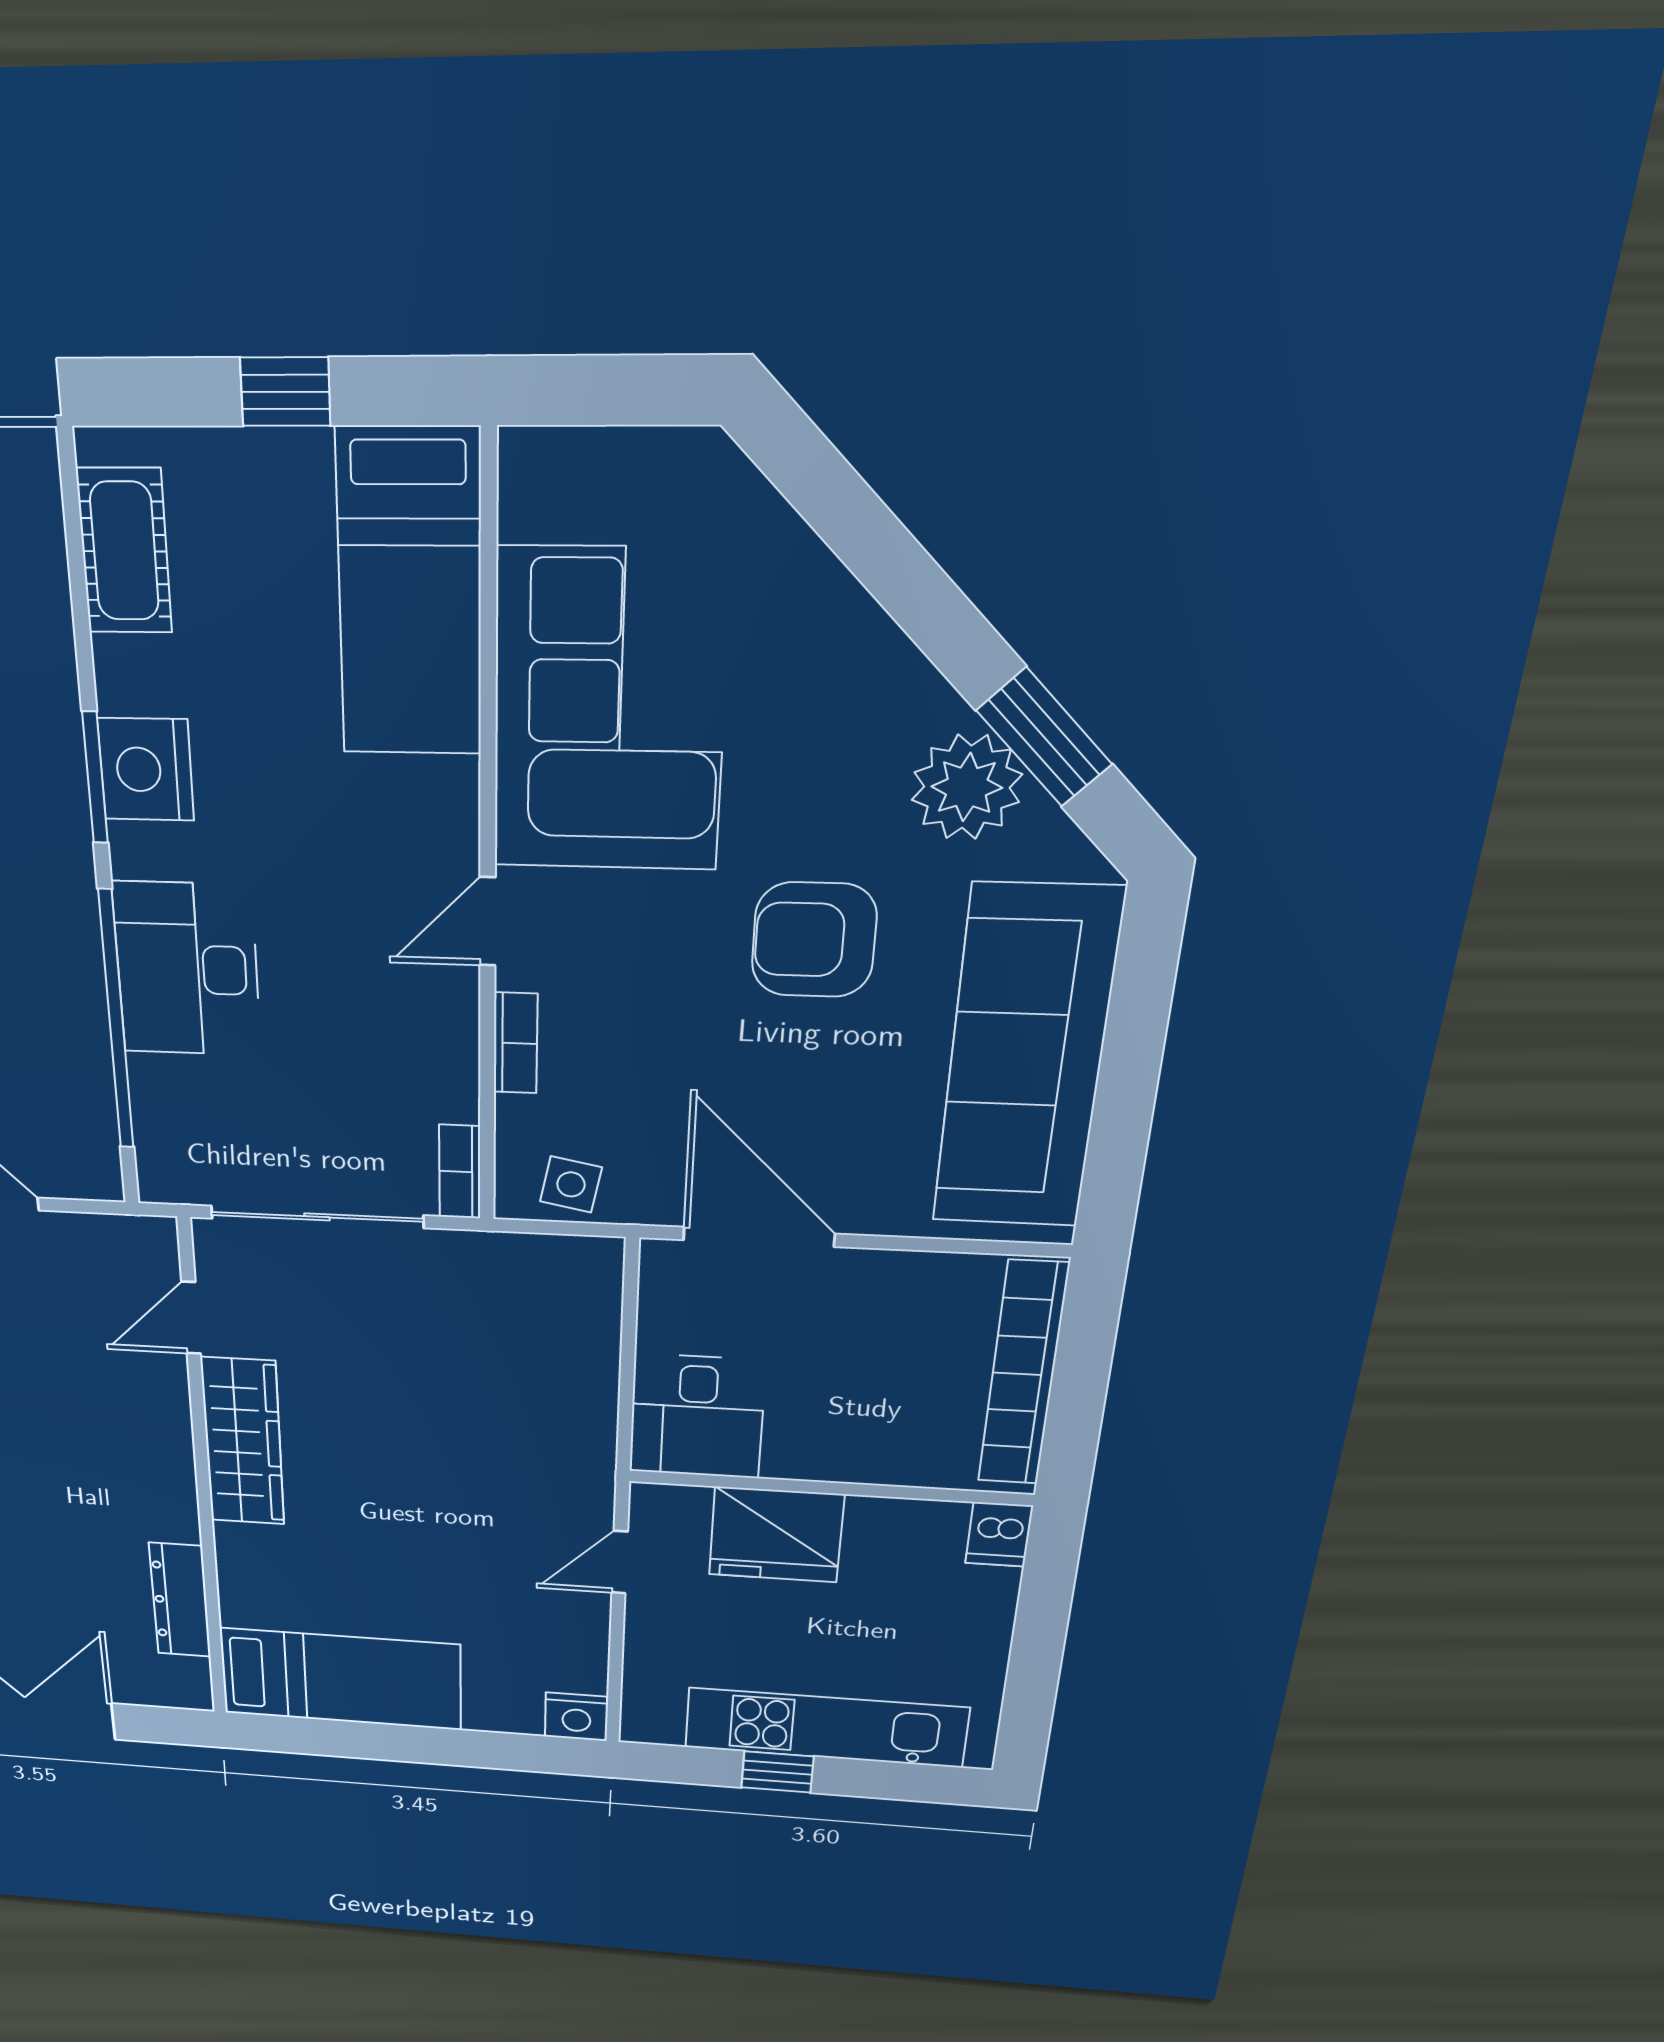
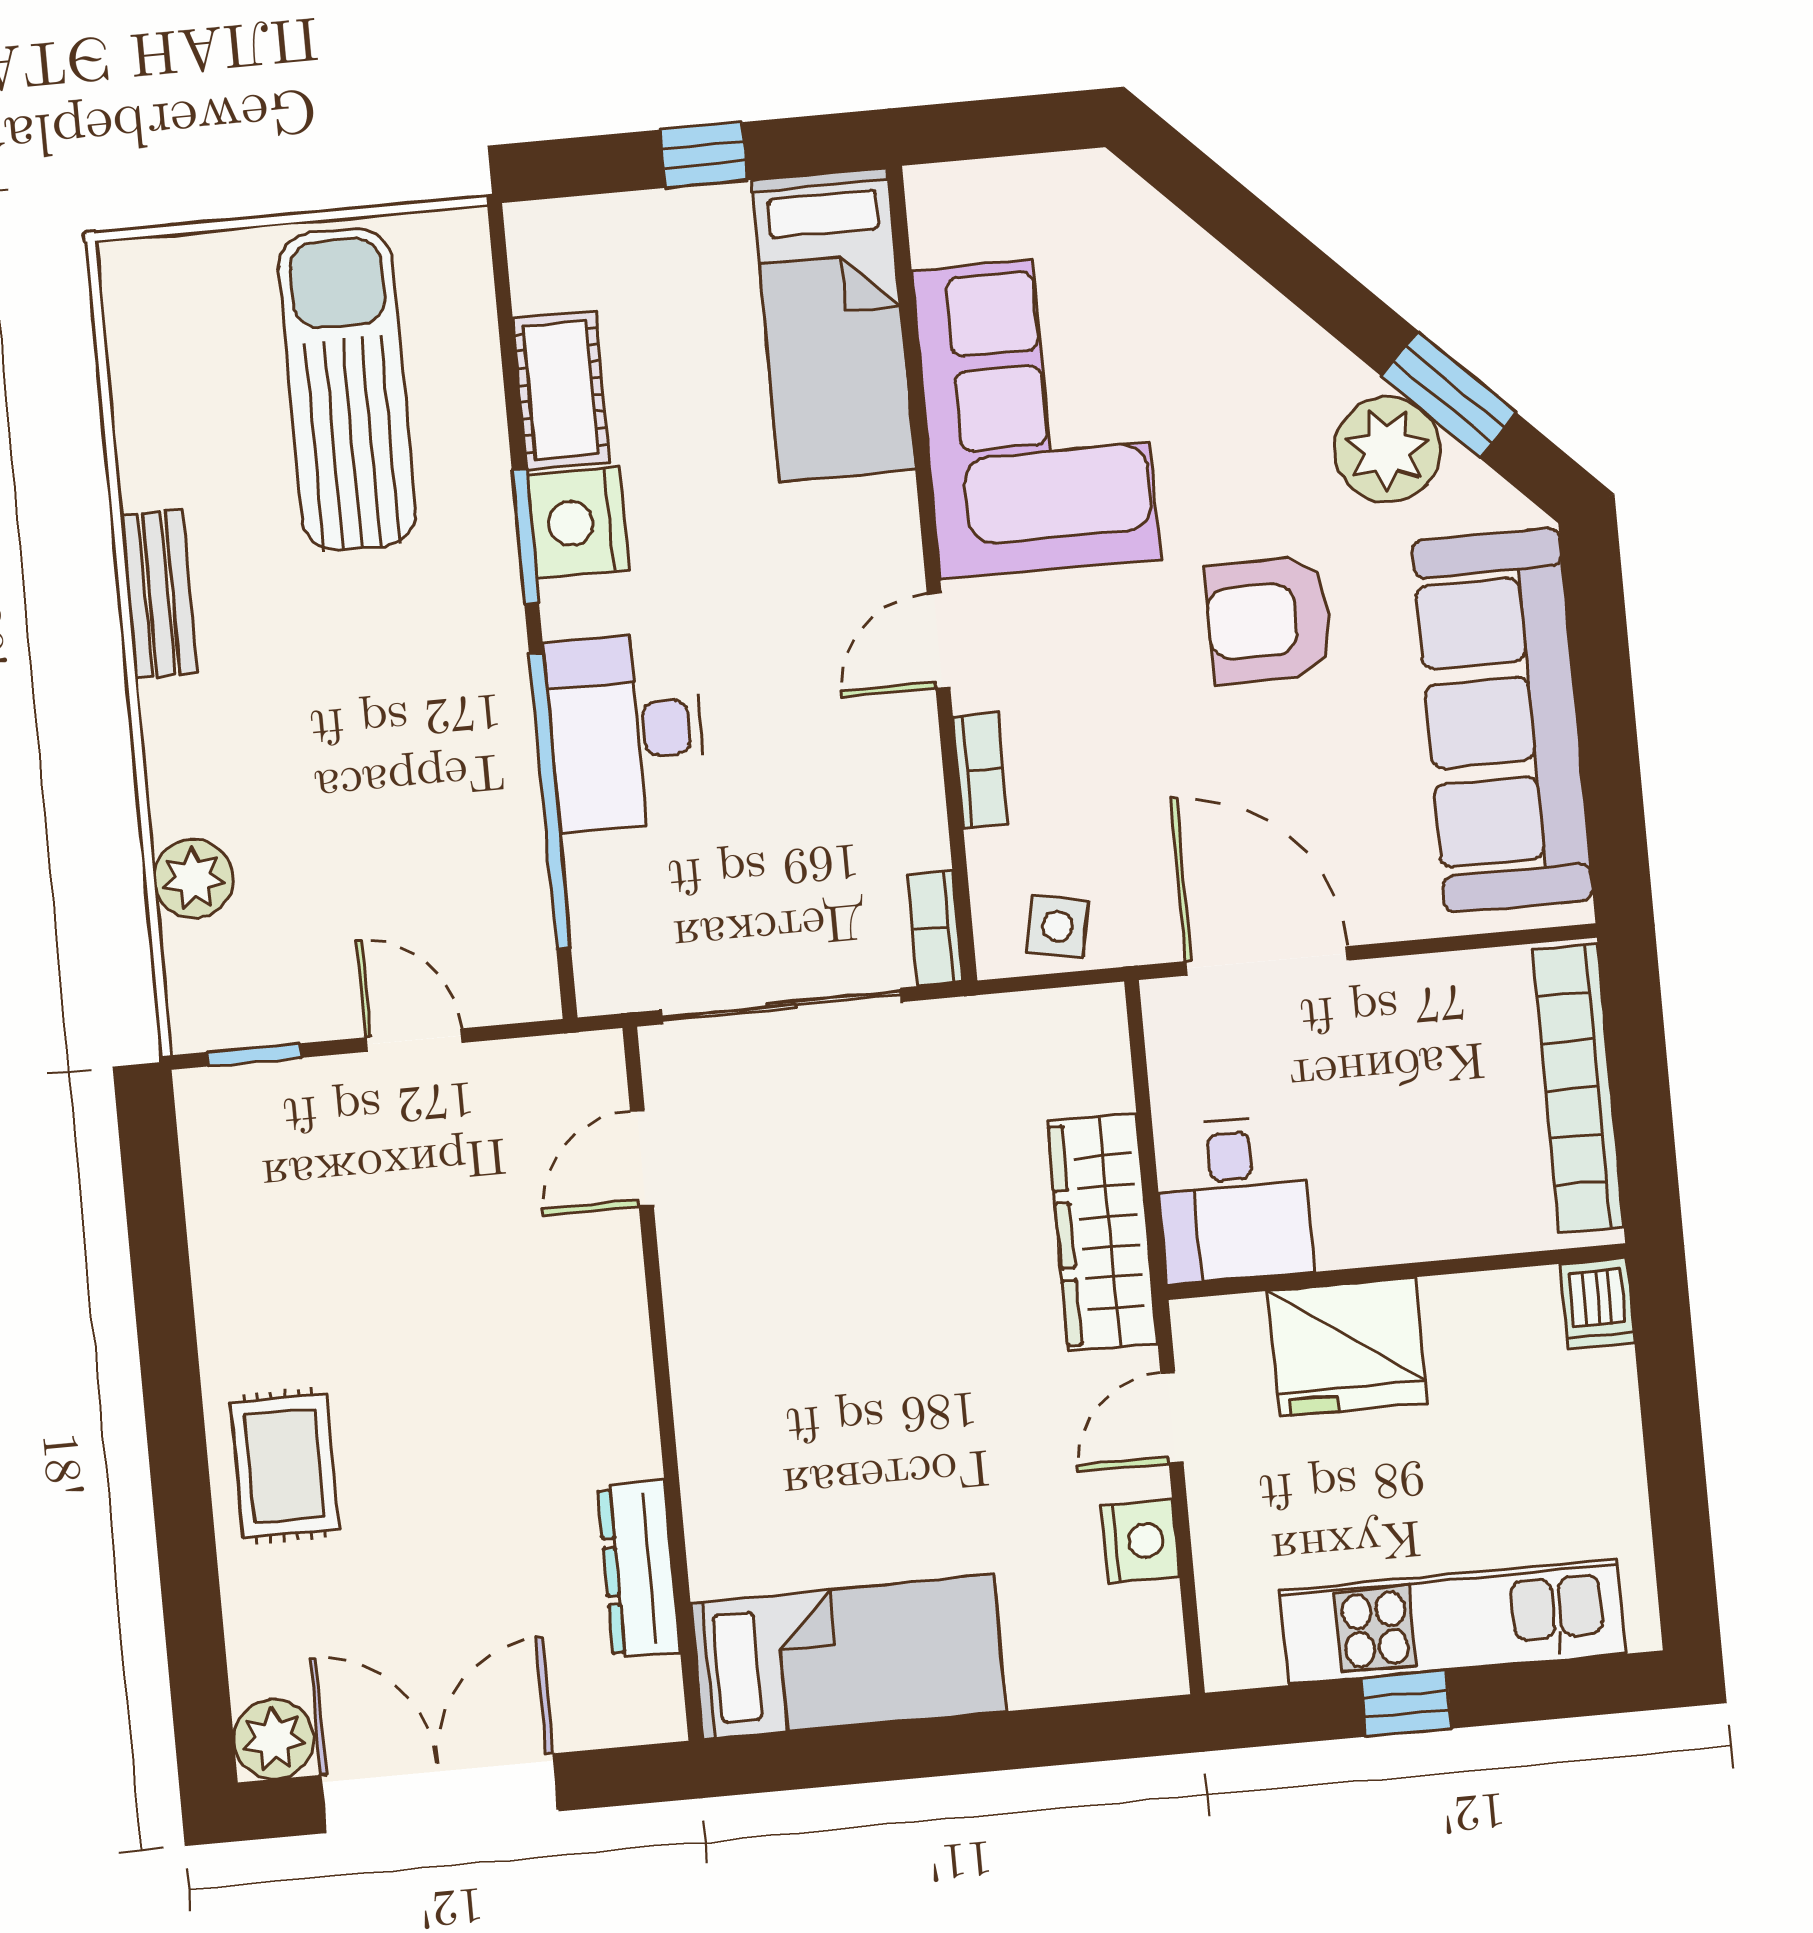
cot: (124, 551) -> (561, 390), moved
wardrobe: (243, 1442) -> (1103, 1232), moved, turned 180
nightstand: (576, 1717) -> (1140, 1541), moved, turned -90

